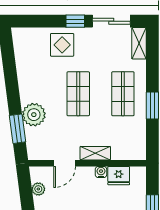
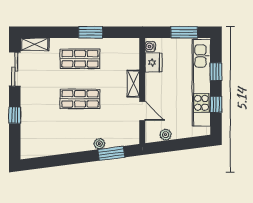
window: (75, 21) -> (15, 115), moved
display table: (62, 45) -> (36, 113), removed
plant: (34, 115) -> (99, 144), width x0.53, depth x0.53
water cooler: (101, 172) -> (150, 47), moved

